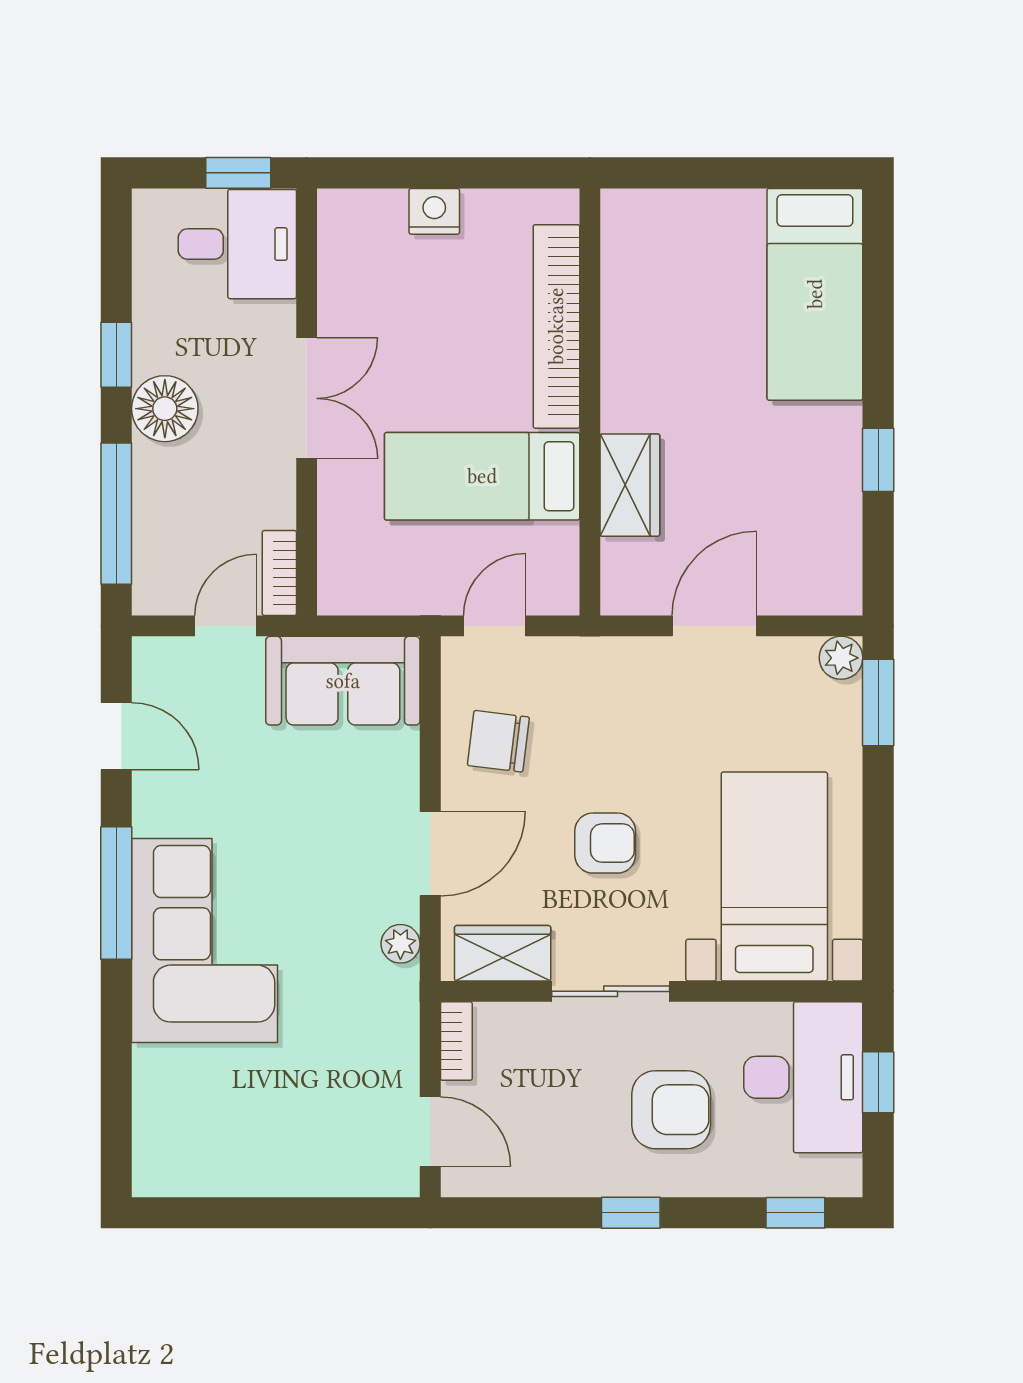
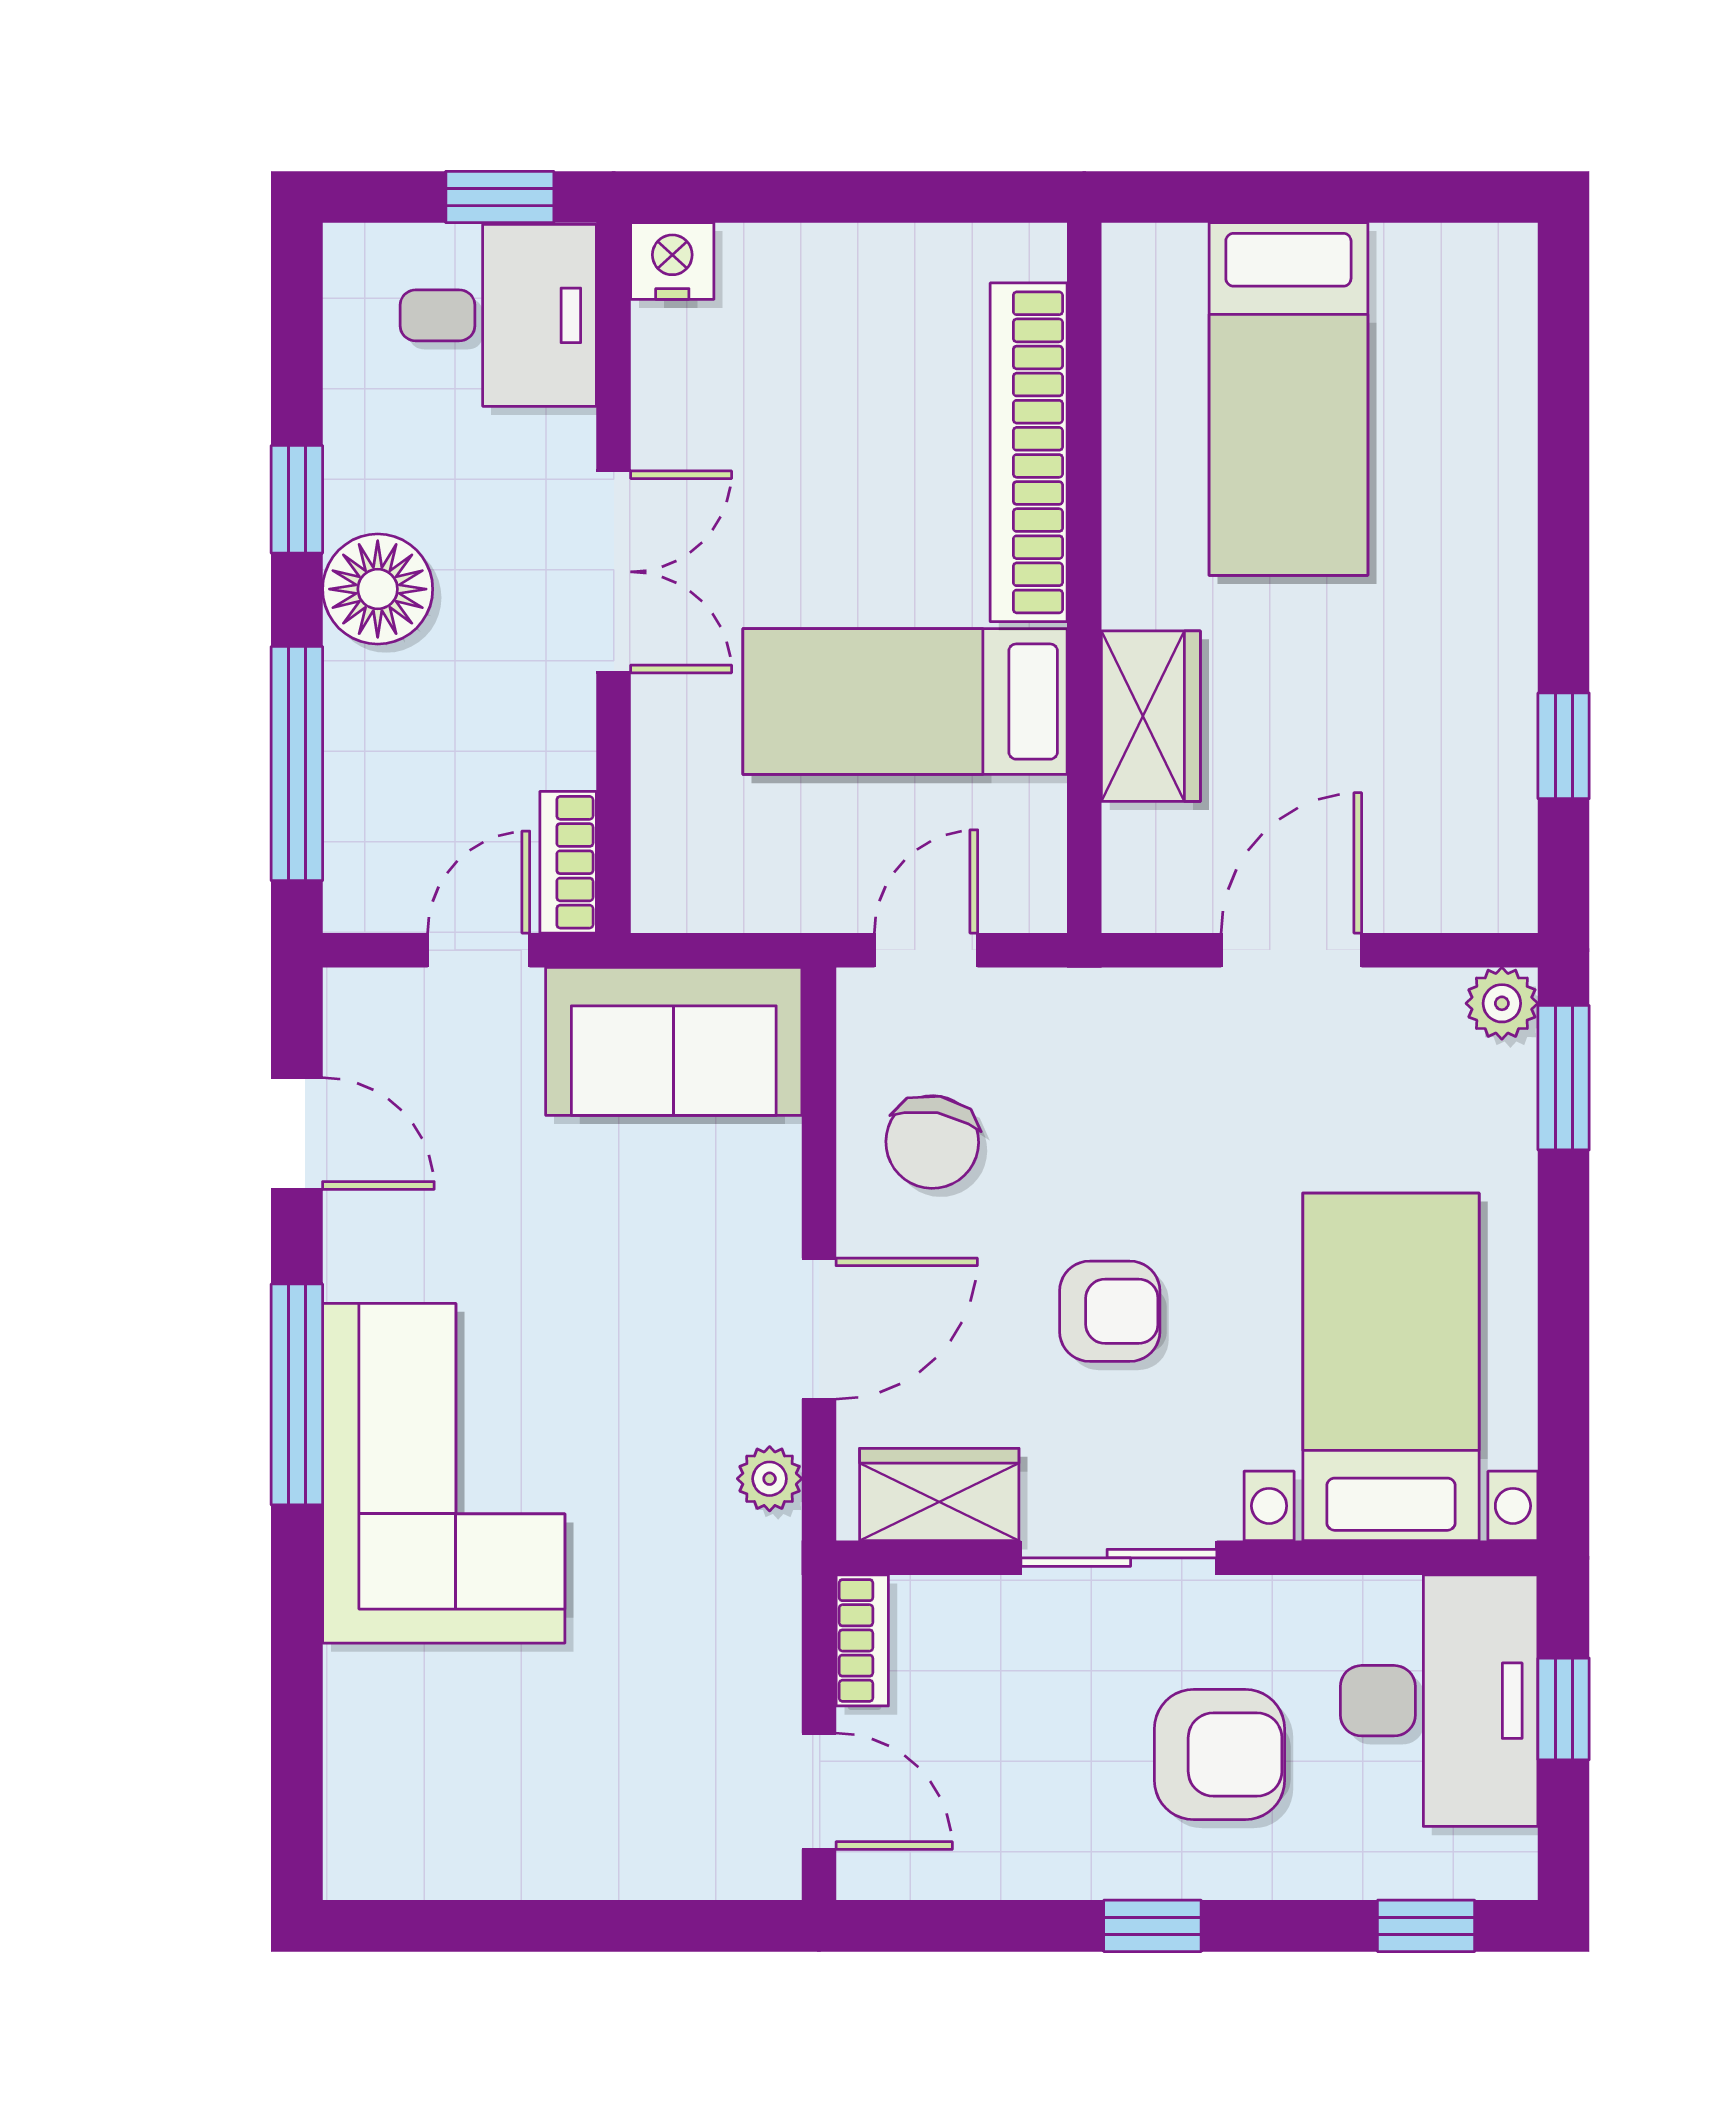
nightstand: (434, 211) -> (672, 261), moved
bed: (815, 294) -> (1288, 399), moved
window: (878, 460) -> (1564, 746), moved
chair: (498, 741) -> (932, 1142), turned -87

